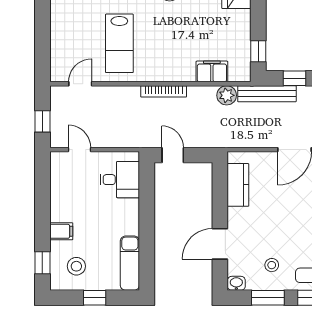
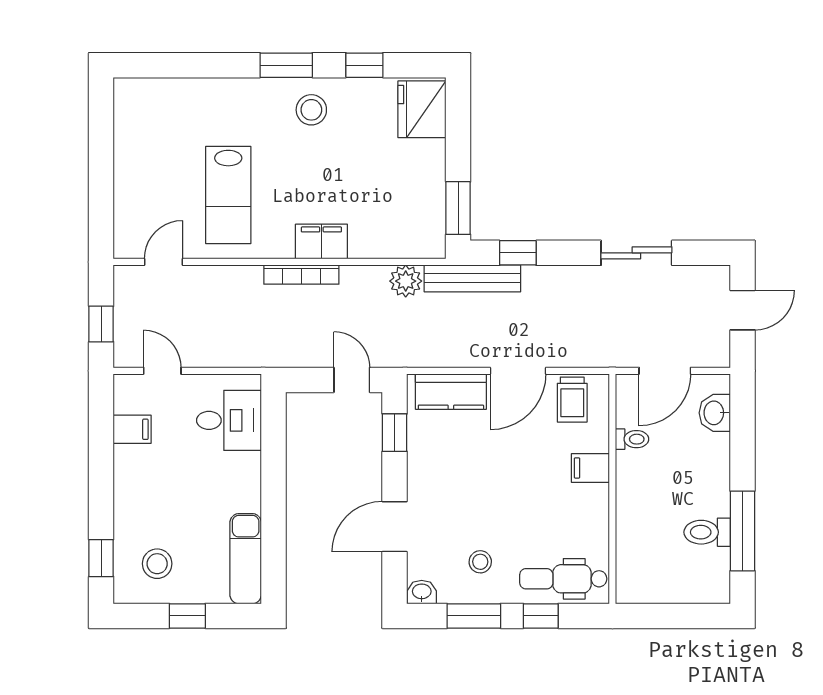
window: (258, 51) -> (458, 208), width x1.50
filing cabinet: (212, 71) -> (321, 242), moved
door: (173, 155) -> (352, 380), moved
kitchen counter: (238, 185) -> (451, 392), moved, turned 90
window: (220, 187) -> (395, 433), added
filing cabinet: (61, 231) -> (132, 429), moved

